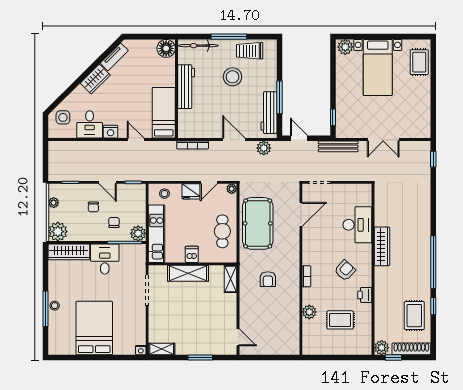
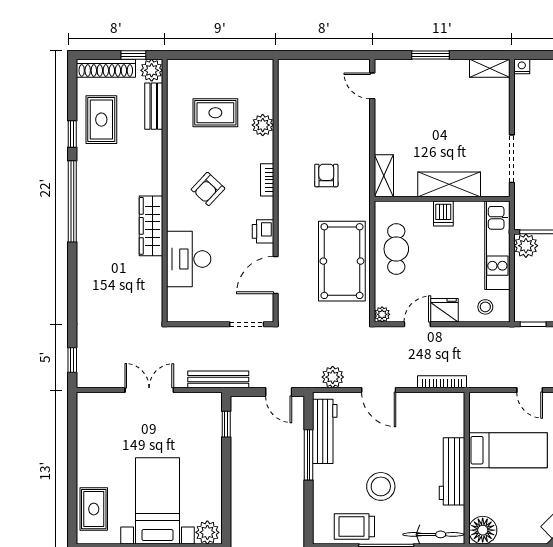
trolley: (250, 51) -> (354, 527), turned 180
bed: (164, 113) -> (508, 450), moved, turned -90
printer: (365, 295) -> (263, 231), moved, turned 180
bench: (380, 324) -> (154, 106), added

